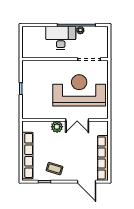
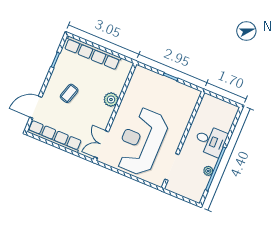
desk: (61, 38) -> (211, 141), width x0.73
reception desk: (79, 90) -> (141, 141), turned 180
double door: (77, 120) -> (101, 144), moved
coffee table: (55, 169) -> (69, 93), moved

